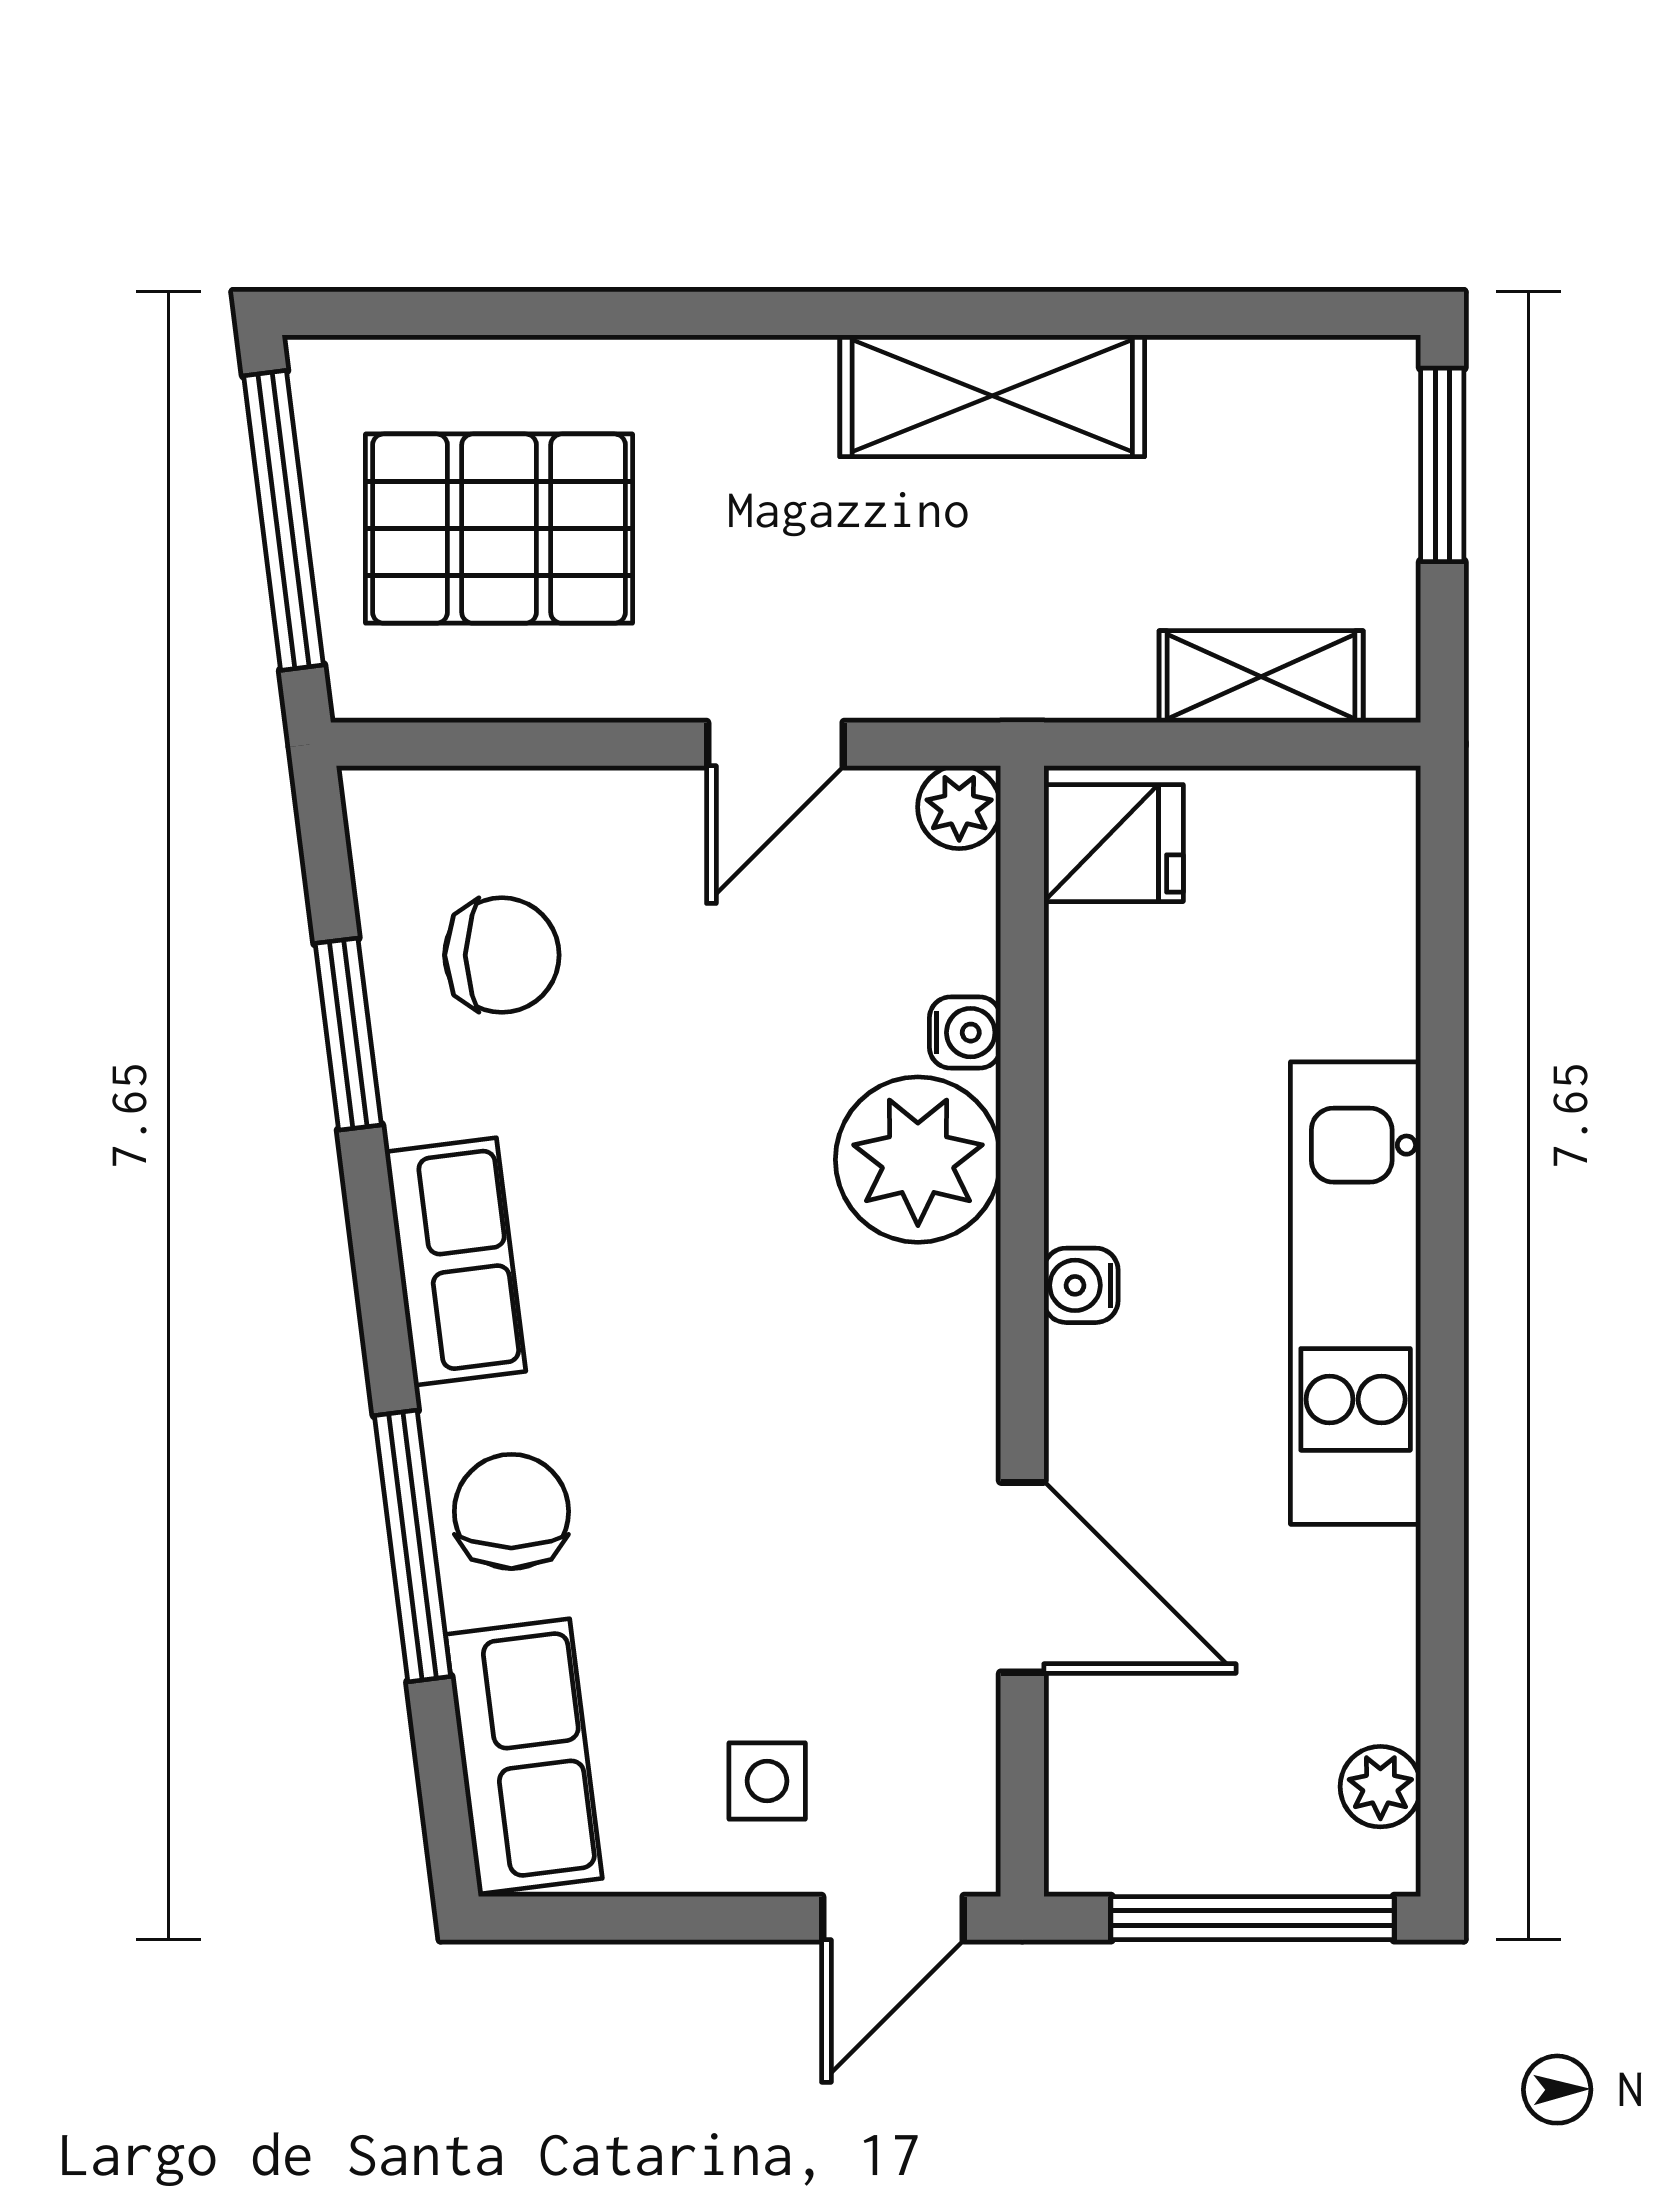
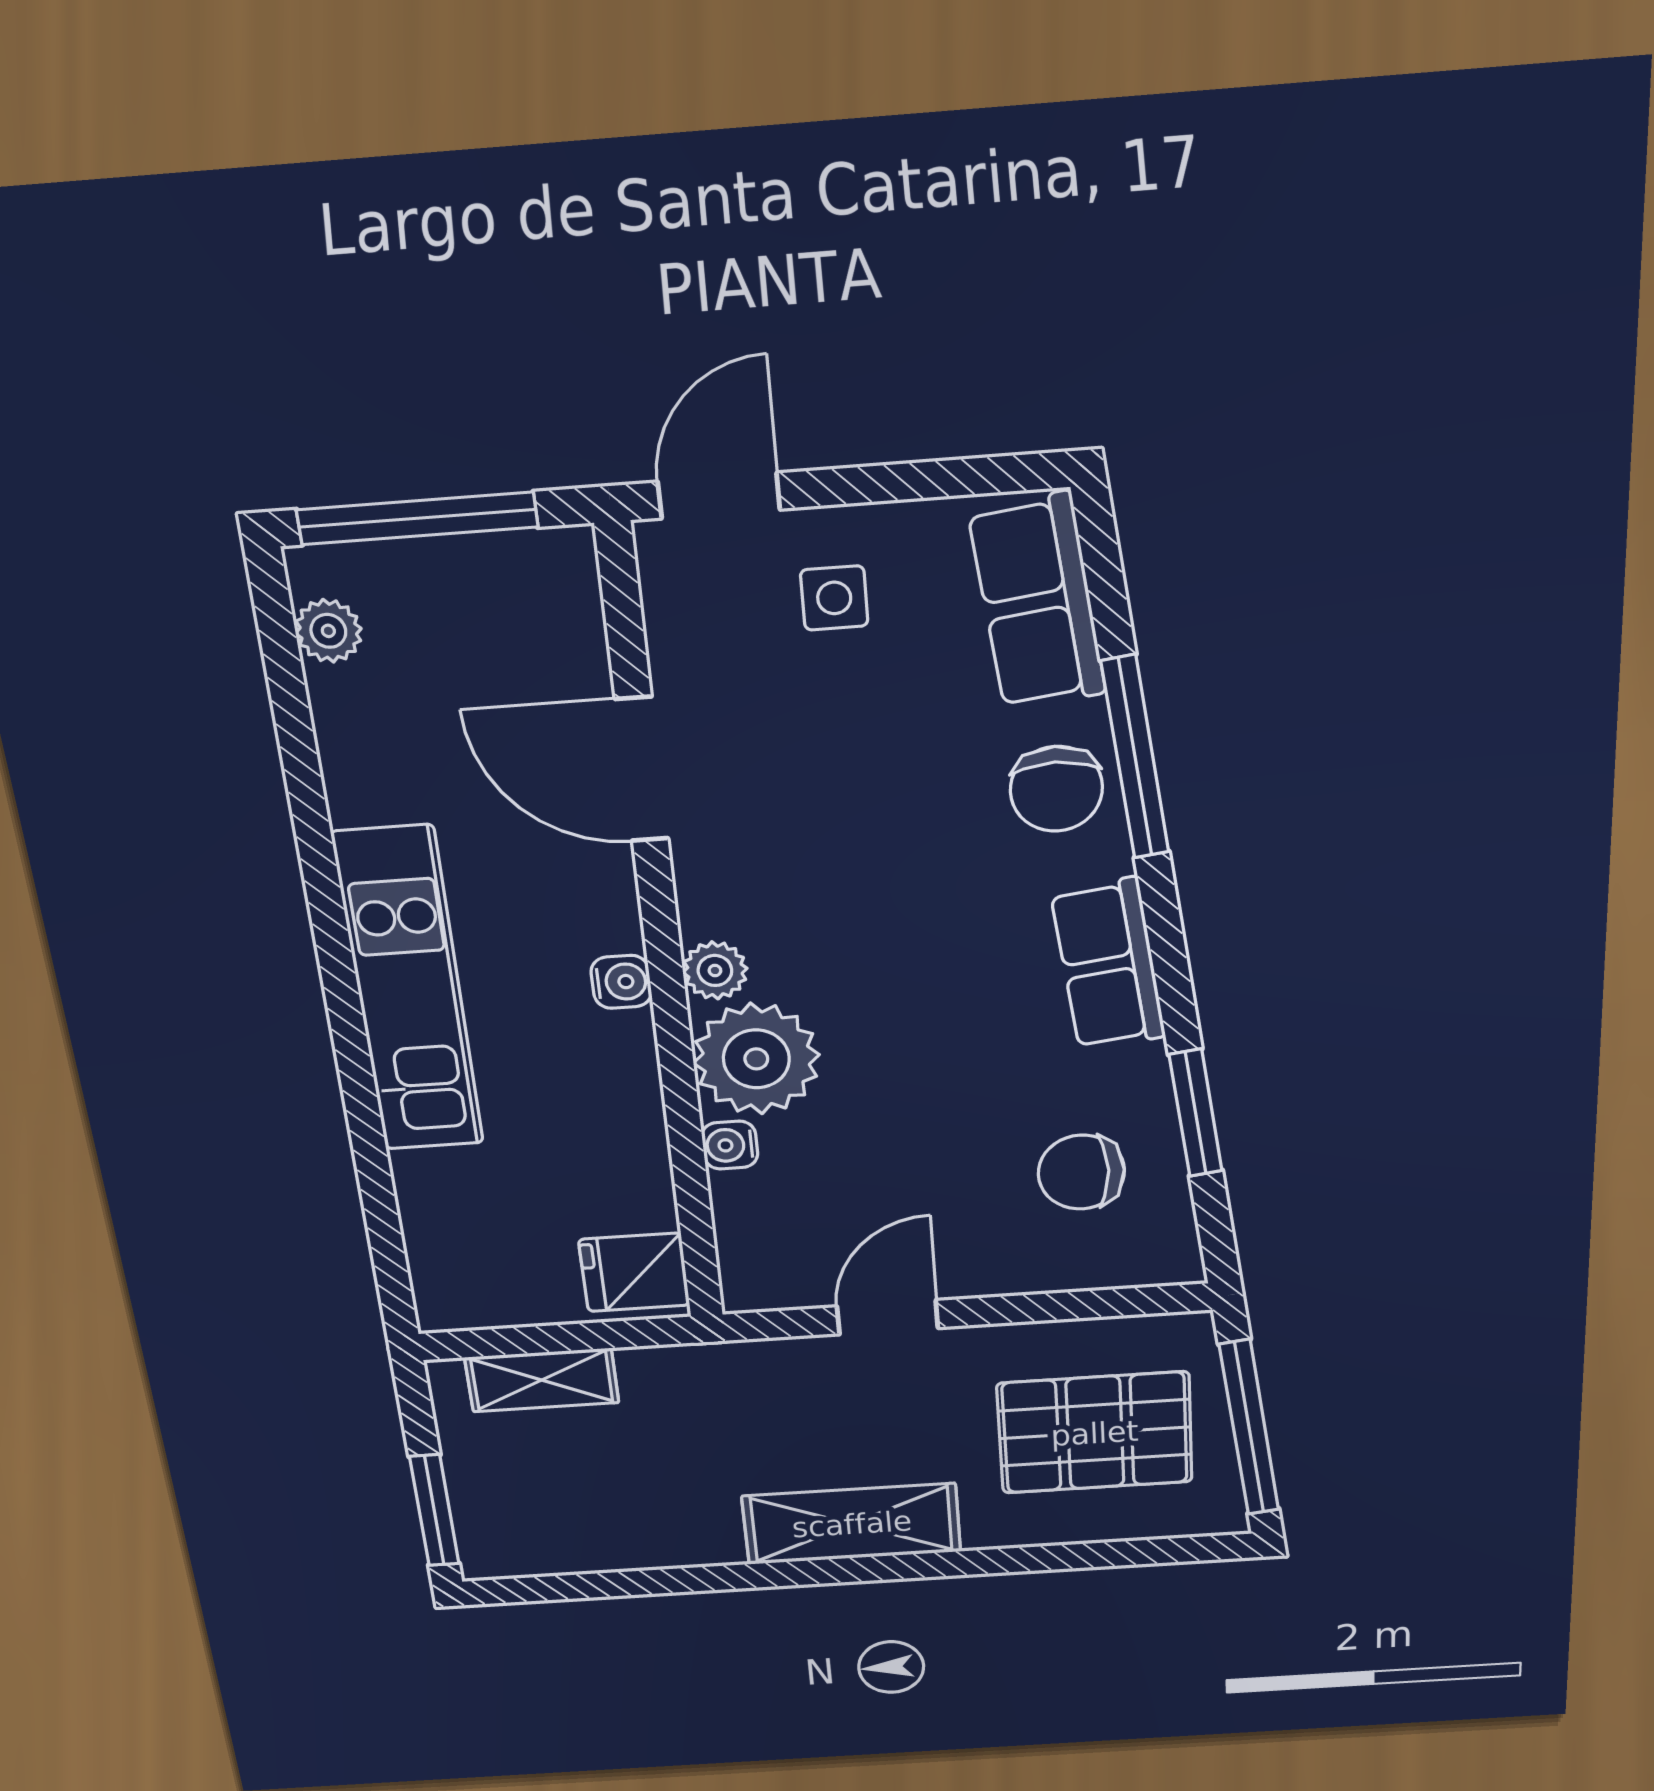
shelving: (992, 396) -> (852, 1524), moved
plant: (959, 807) -> (715, 970), moved

